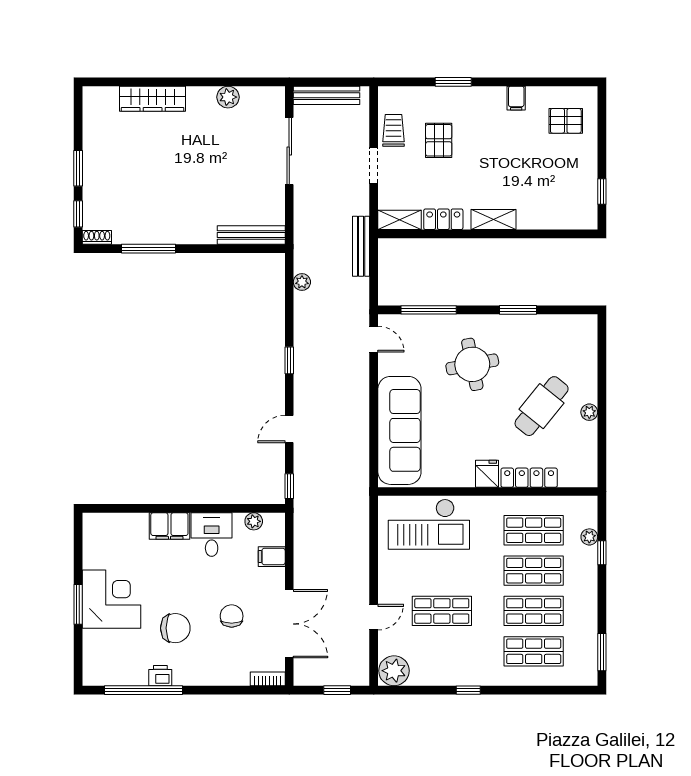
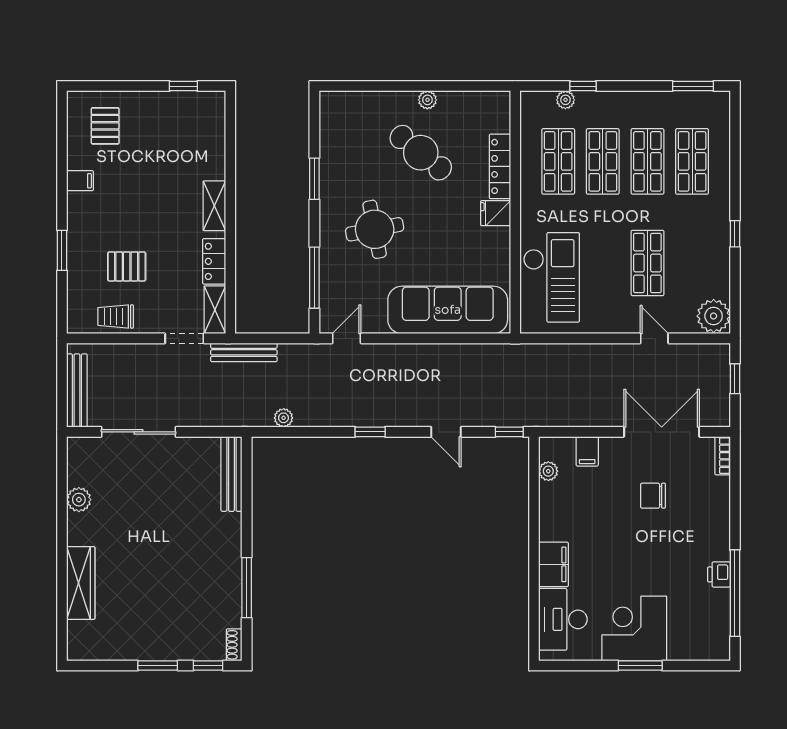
doorway: (374, 166) -> (184, 338), moved
desk: (212, 535) -> (563, 619), moved, width x1.37
chair: (175, 628) -> (666, 558), removed

